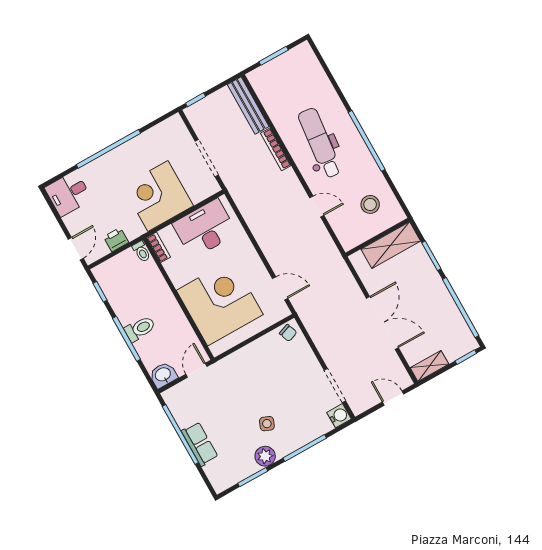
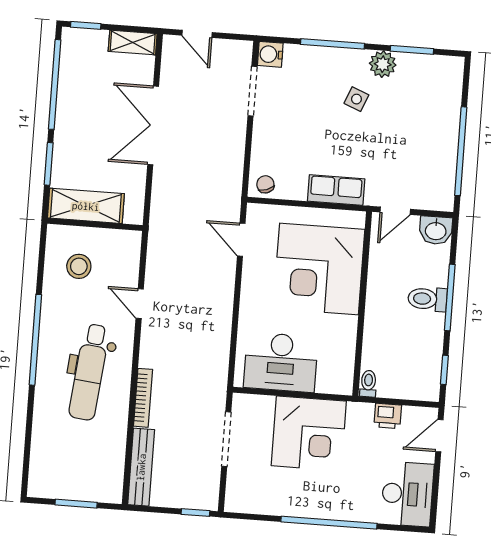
desk: (68, 194) -> (407, 494), width x1.37
bookcase: (159, 247) -> (346, 376), removed
row of seats: (200, 444) -> (336, 190), moved, turned 90

